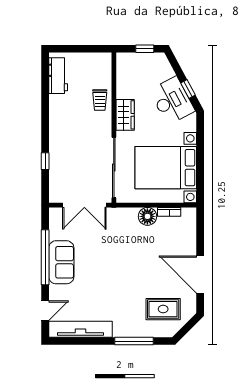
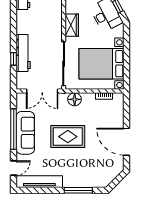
trolley: (100, 100) -> (53, 14), removed
workbench: (58, 153) -> (23, 53), added
floor lamp: (147, 216) -> (75, 99), moved
sofa: (61, 262) -> (25, 133), width x1.36
rug: (163, 309) -> (68, 137), moved, width x1.36, depth x1.43

